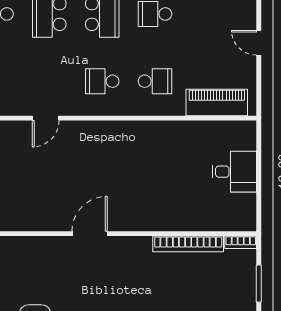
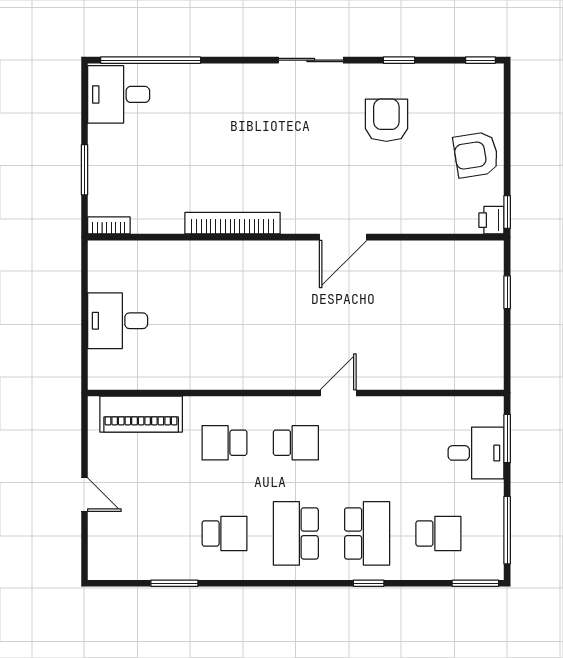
door: (46, 118) -> (338, 393), moved
door: (90, 234) -> (343, 237), moved
bookcase: (188, 244) -> (232, 223), moved

